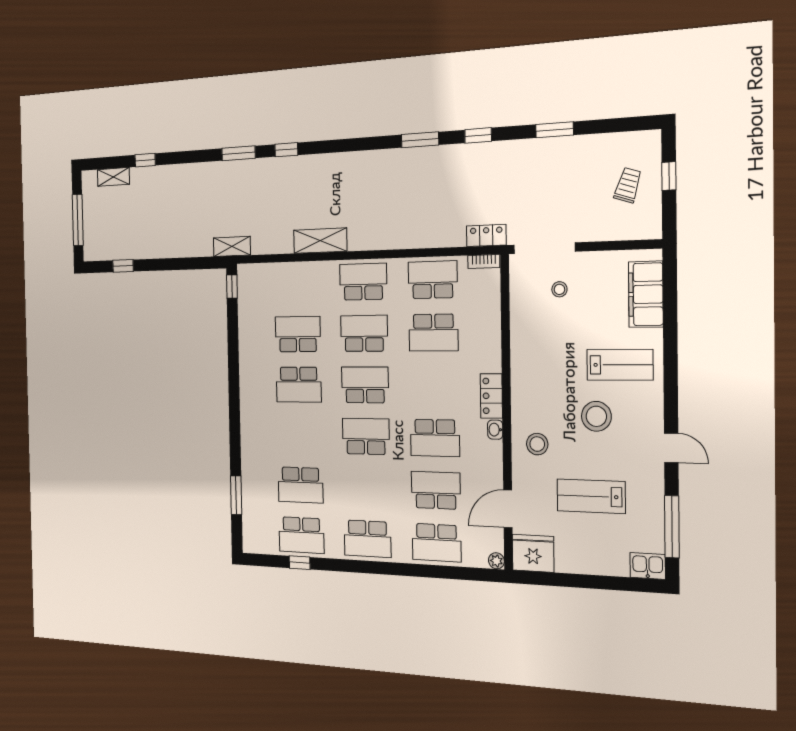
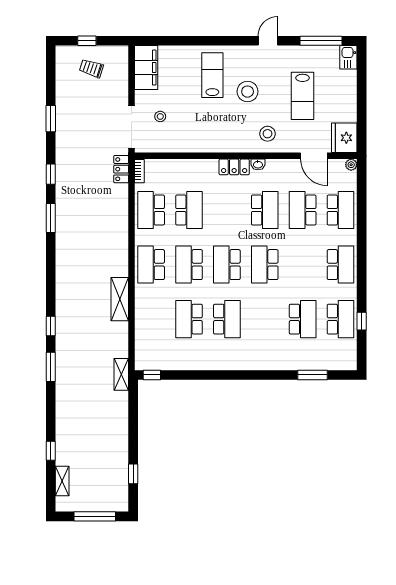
filing cabinet: (646, 294) -> (146, 68), moved, turned -90

